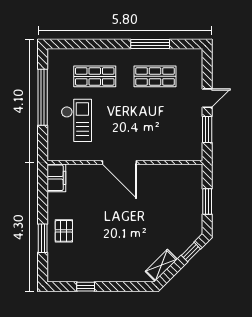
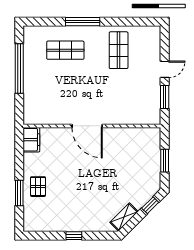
window: (150, 44) -> (83, 22), moved
shop shelf: (155, 76) -> (119, 50), turned 90
checkout: (76, 120) -> (49, 89), removed
window: (86, 287) -> (74, 236), moved

